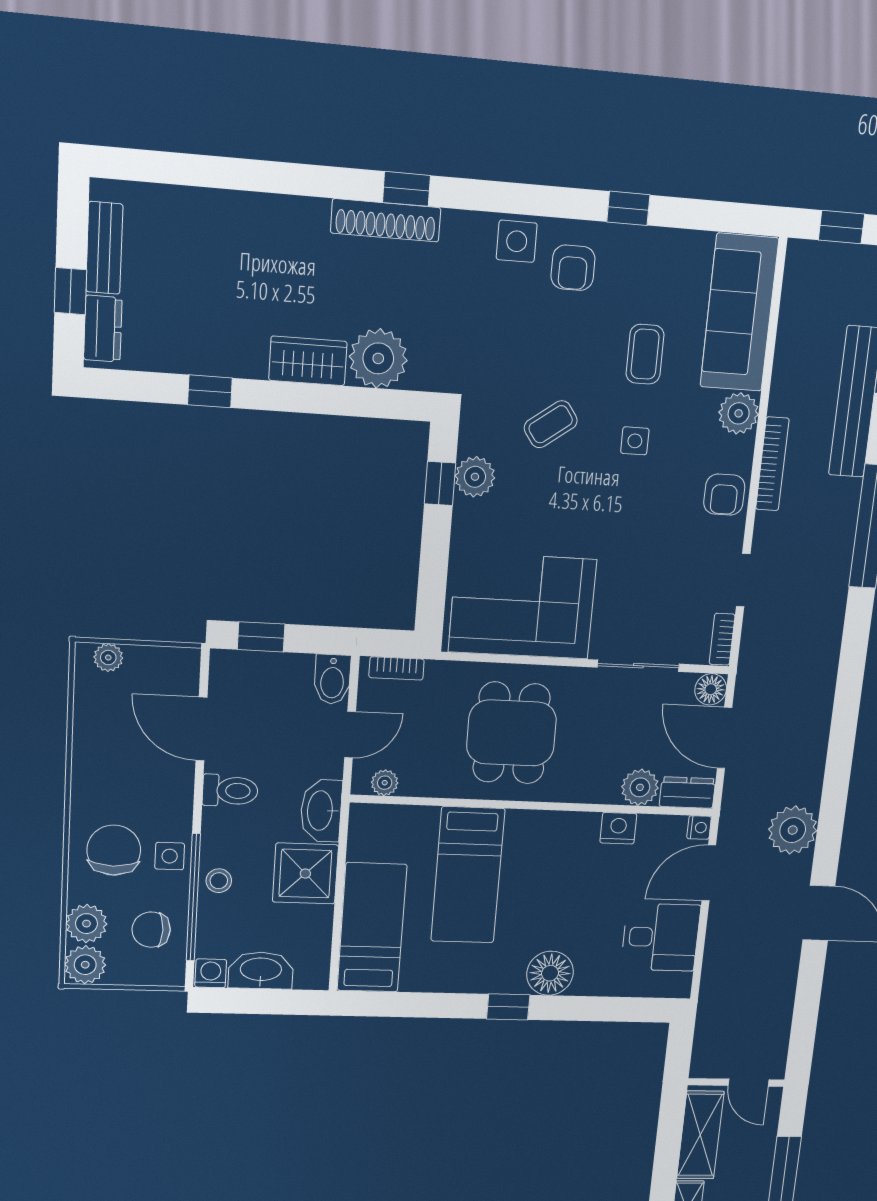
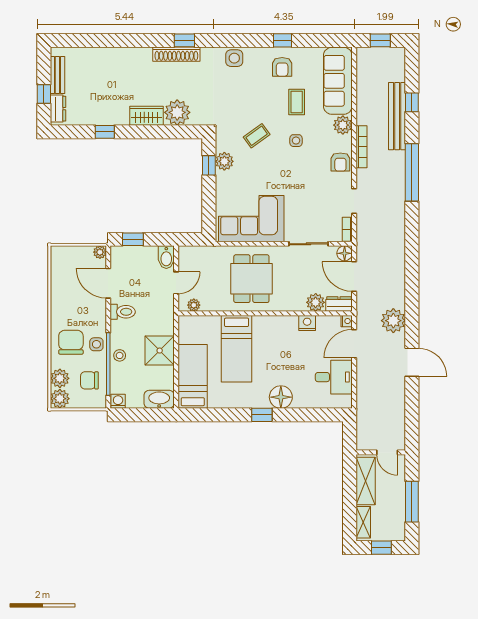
armchair: (573, 268) -> (282, 67), moved
plant: (108, 657) -> (100, 252), moved
bookcase: (397, 668) -> (195, 251), removed
washbasin: (321, 811) -> (165, 320), removed
washbasin: (261, 970) -> (159, 399), moved

